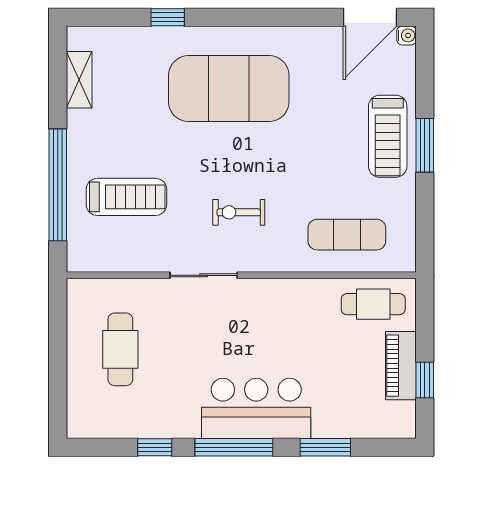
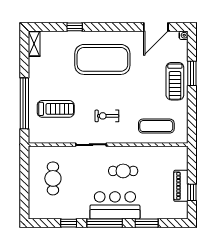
door: (370, 17) -> (156, 27), moved
shelving: (79, 80) -> (34, 44), moved
window: (425, 145) -> (192, 73), moved
cafe table: (373, 304) -> (123, 171), moved

